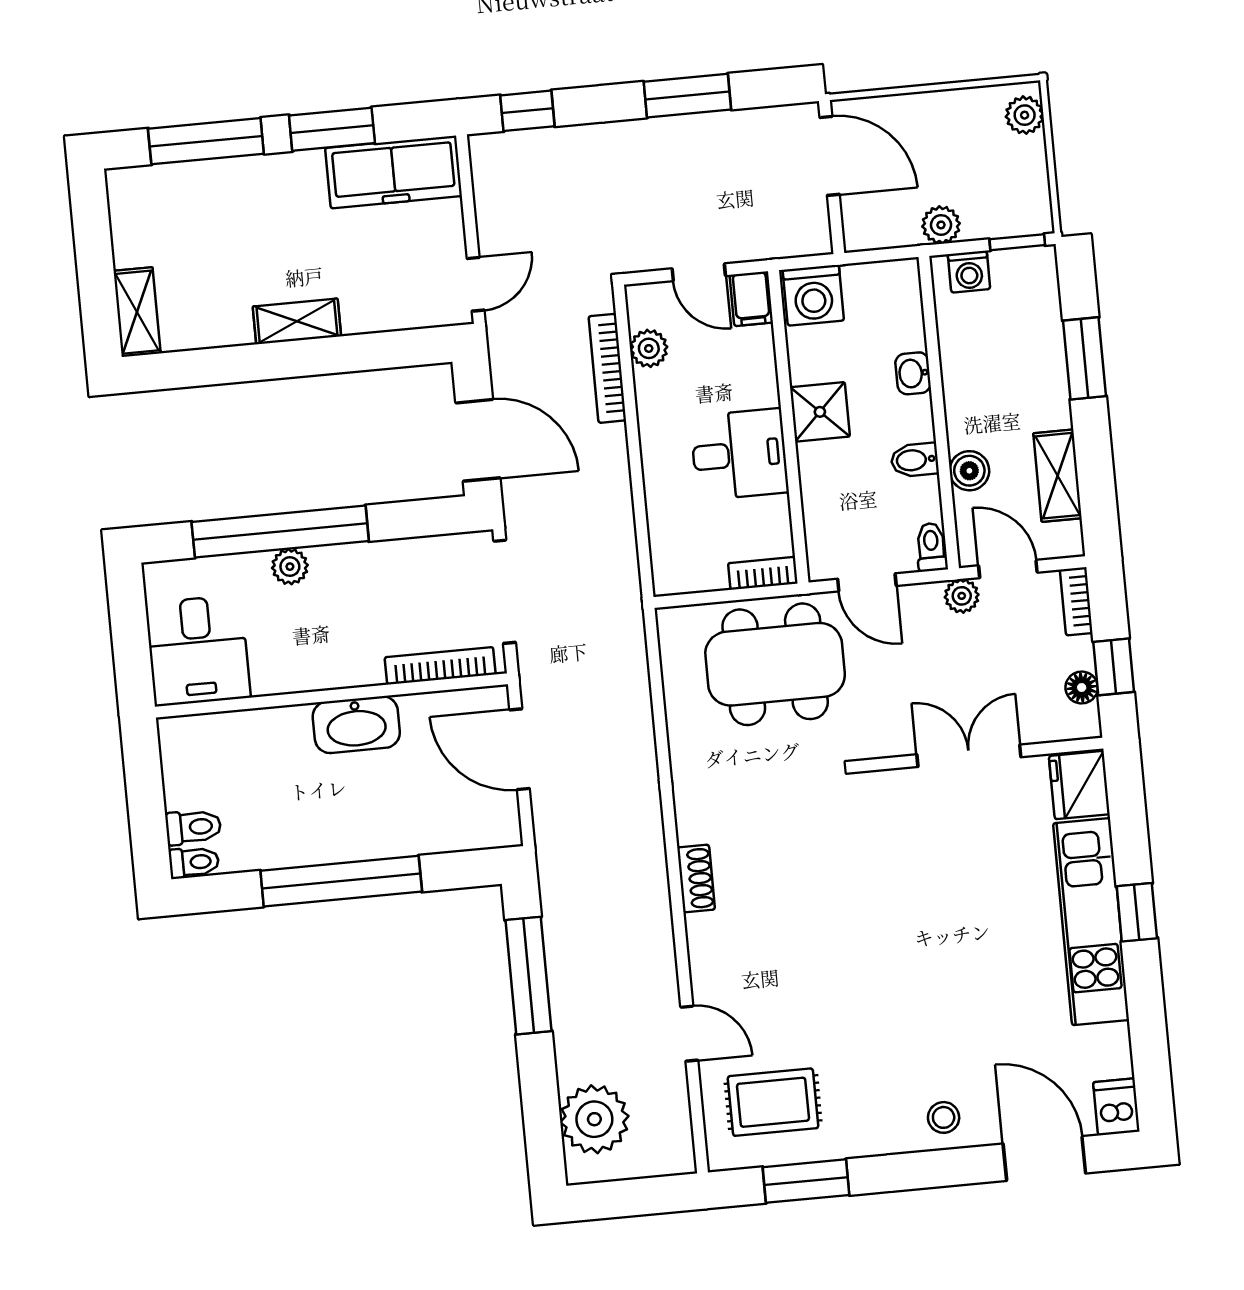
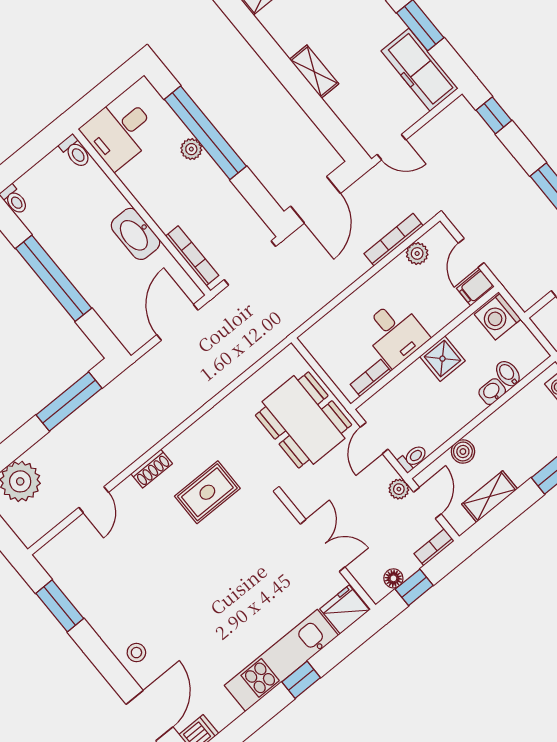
bidet: (915, 460) -> (508, 374), moved
bookcase: (763, 573) -> (371, 378), moved, turned -90
toilet: (193, 827) -> (75, 152), moved
shoe rack: (696, 879) -> (152, 469), moved
rug: (773, 1102) -> (207, 492), moved, turned 90

